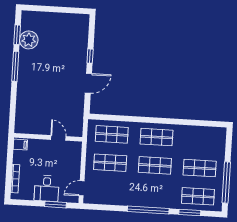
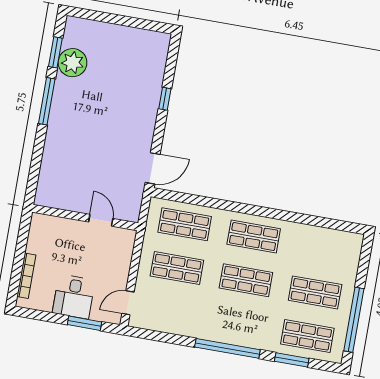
door: (88, 83) -> (153, 168), moved
filing cabinet: (20, 145) -> (41, 224), removed

